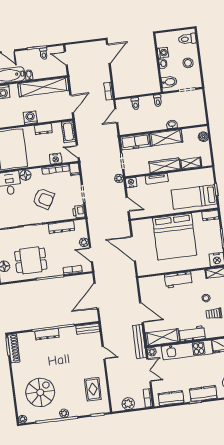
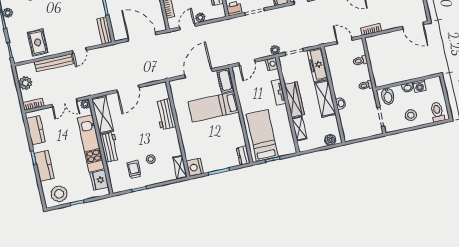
cot: (142, 225) -> (225, 80), added
bed: (175, 237) -> (213, 107), width x0.49
workbench: (178, 280) -> (165, 114), moved
bench: (139, 342) -> (54, 63), moved
rug: (93, 389) -> (38, 42), turned 90

